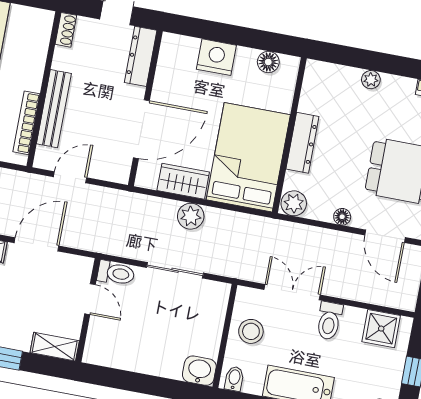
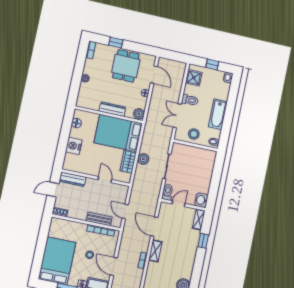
bench: (54, 109) -> (99, 219), width x0.73
door: (141, 129) -> (105, 180), width x0.53
door: (385, 236) -> (154, 75), hinge flipped
washbasin: (199, 371) -> (201, 200), moved

